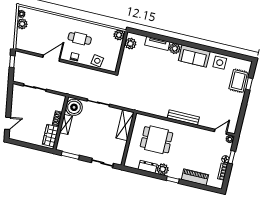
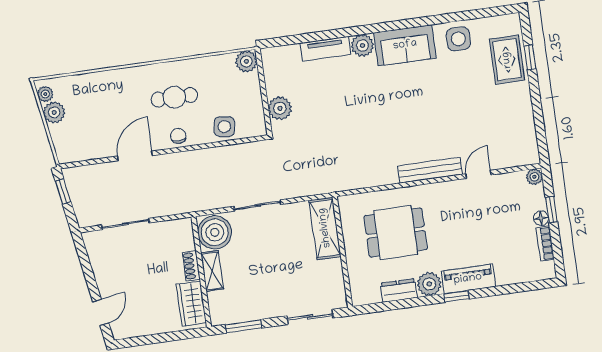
plant: (130, 44) -> (280, 108), moved
door: (221, 132) -> (478, 174), moved
piano: (195, 177) -> (468, 279), moved

